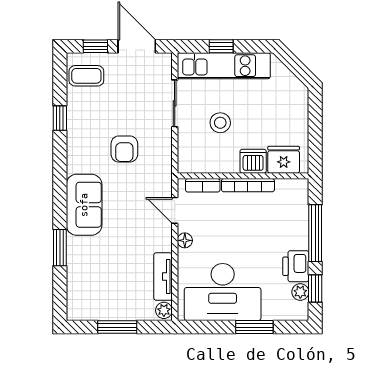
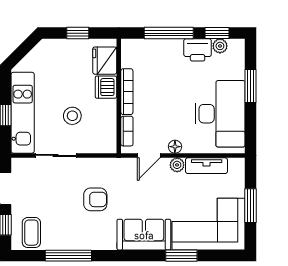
window: (60, 118) -> (68, 256), width x2.17
window: (315, 129) -> (78, 33), added
corner sofa: (96, 279) -> (209, 224), added
plant: (164, 310) -> (177, 165), moved

